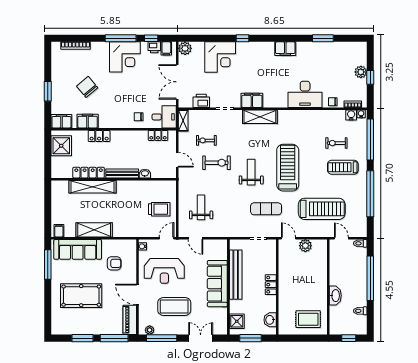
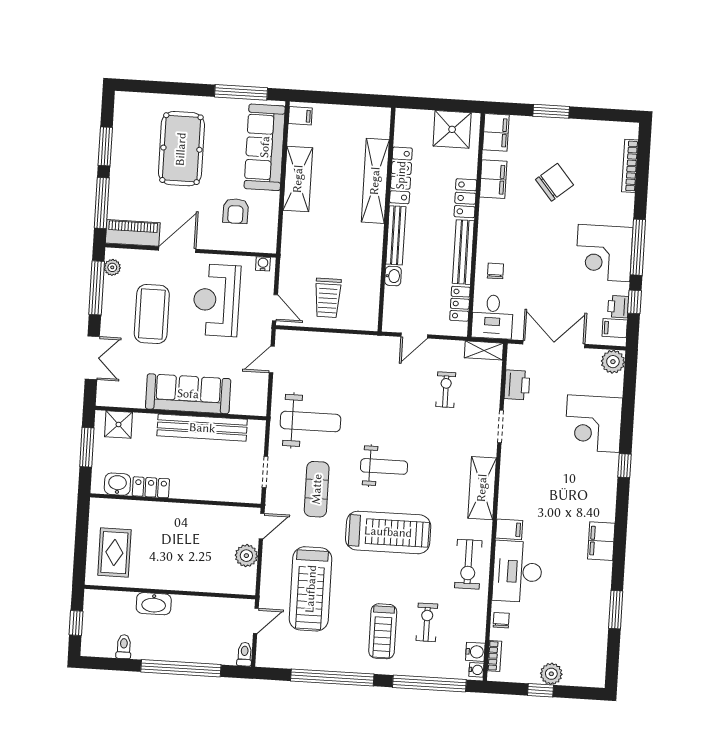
filing cabinet: (252, 100) -> (509, 529), moved, width x0.50
bench: (129, 135) -> (463, 252), added
exercise bike: (216, 163) -> (468, 564), moved
treadmill: (343, 167) -> (383, 631), turned 180
weight bench: (201, 207) -> (310, 421), moved, width x1.36, depth x1.33
locker: (271, 285) -> (151, 487), moved

